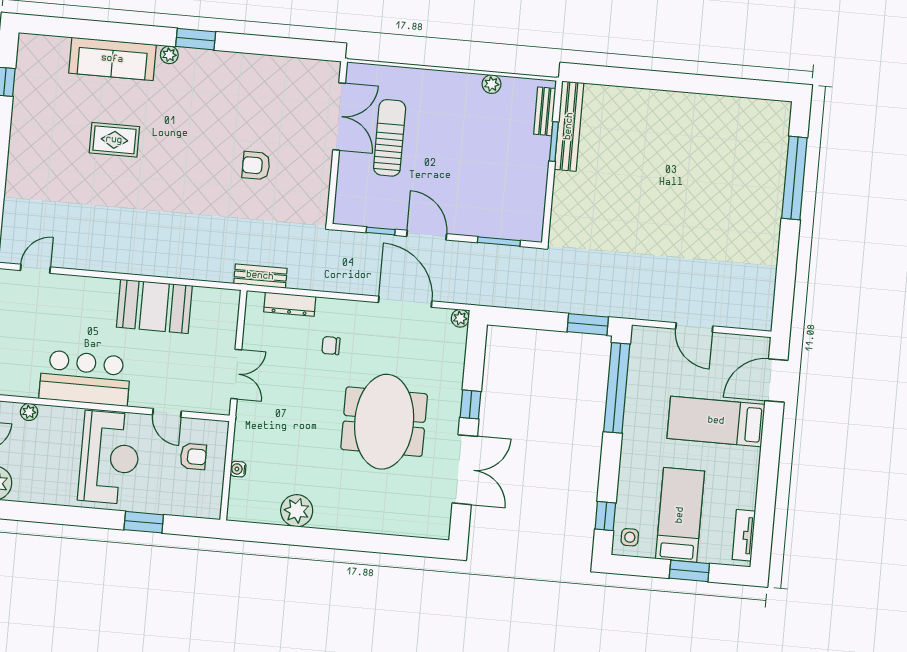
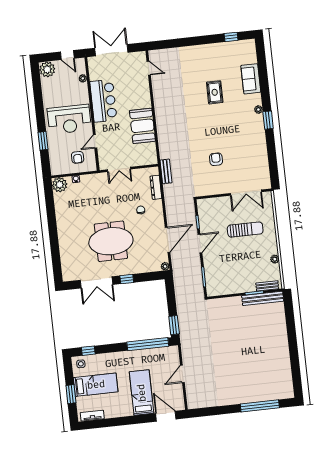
sofa: (112, 59) -> (251, 79), width x0.73
sun lounger: (390, 138) -> (245, 230), moved
plant: (297, 511) -> (60, 185), moved

